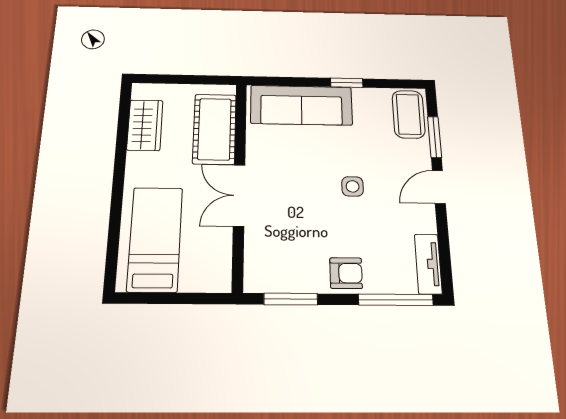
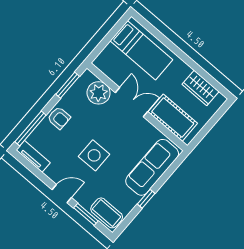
side table: (353, 186) -> (94, 155), width x1.87, depth x1.87
door: (439, 187) -> (62, 194), hinge flipped
plant: (264, 248) -> (99, 93), added
armchair: (346, 273) -> (59, 118), turned -90

